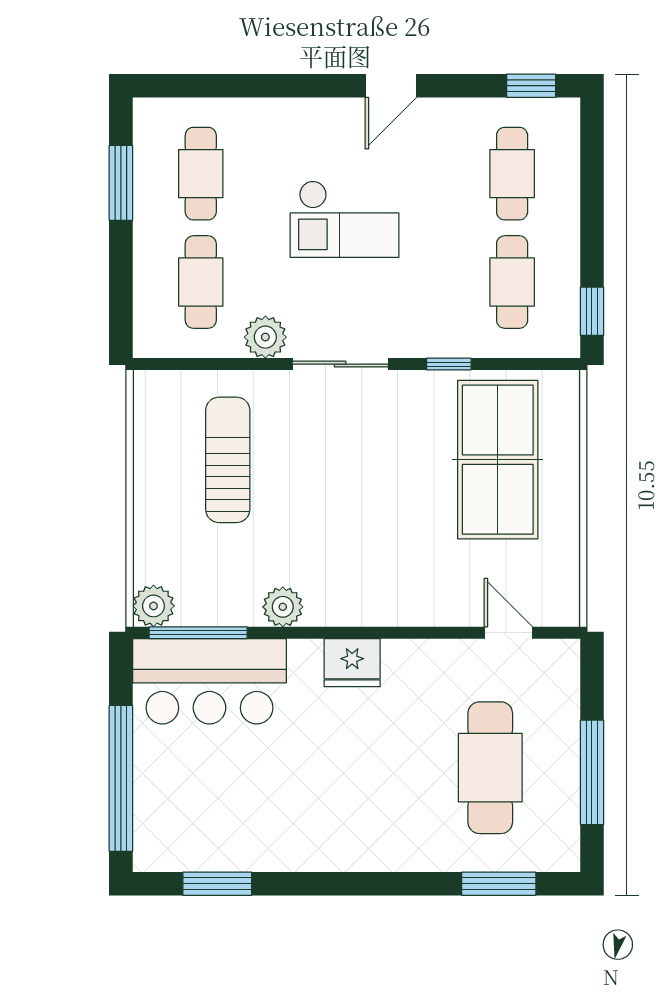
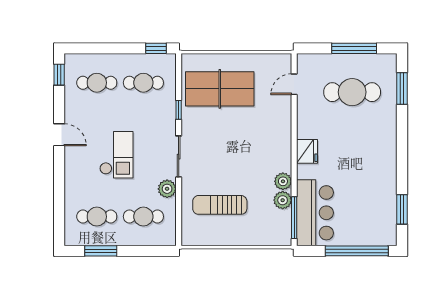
plant: (153, 606) -> (283, 200), moved

